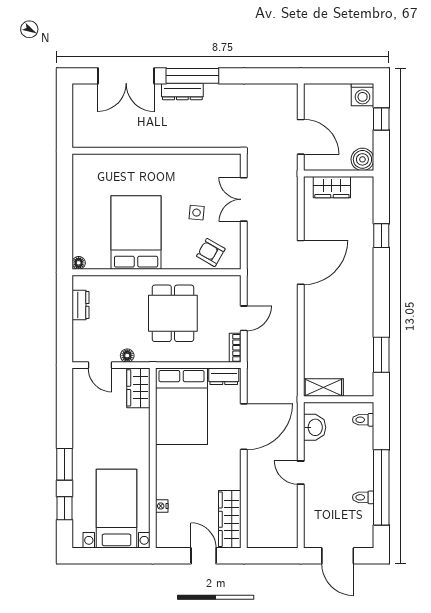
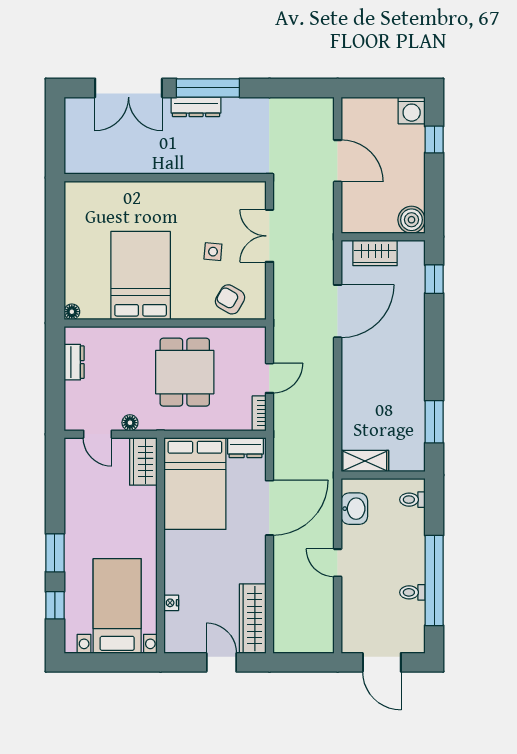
boiler: (362, 159) -> (411, 220), moved
wall: (339, 174) -> (383, 237), moved
wardrobe: (332, 187) -> (375, 253), moved

